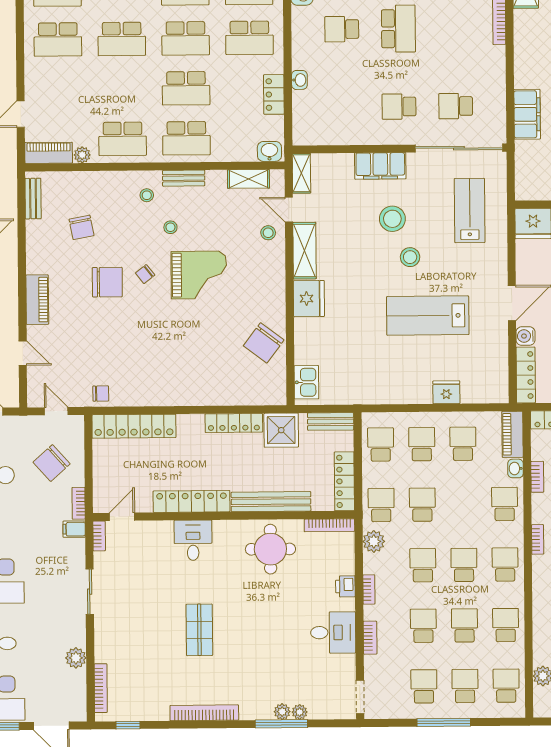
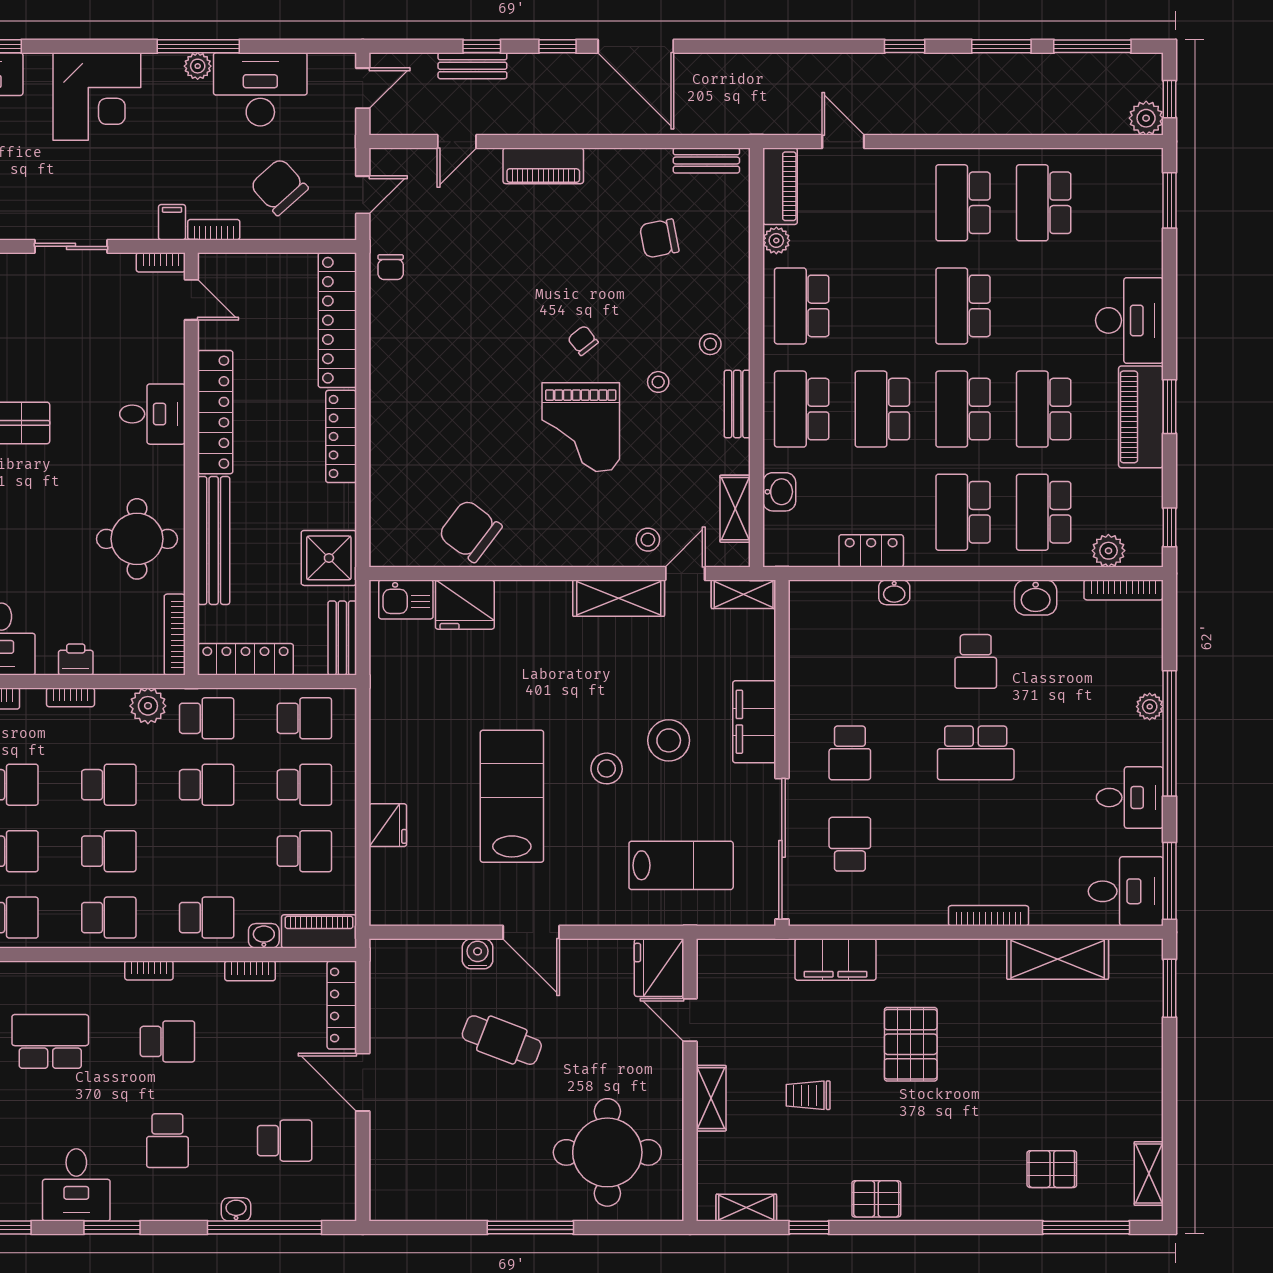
school desk: (342, 29) -> (976, 661), turned 180
school desk: (399, 107) -> (850, 753), turned 180
washbasin: (269, 151) -> (779, 492), moved
chair: (107, 282) -> (570, 279), removed
fridge: (309, 299) -> (465, 605), moved
locker: (526, 375) -> (415, 954), removed
locker: (234, 423) -> (341, 436), moved

